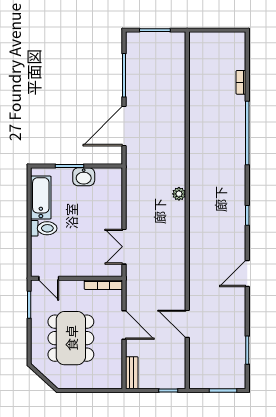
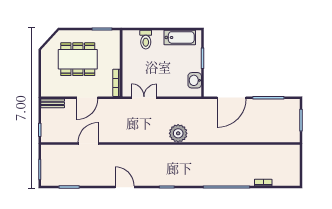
door: (124, 126) -> (232, 98), swing flipped
washbasin: (84, 177) -> (195, 80), moved
plant: (179, 194) -> (178, 133), width x1.87, depth x1.87
toilet: (44, 228) -> (146, 40), moved
door: (49, 278) -> (121, 43), removed

